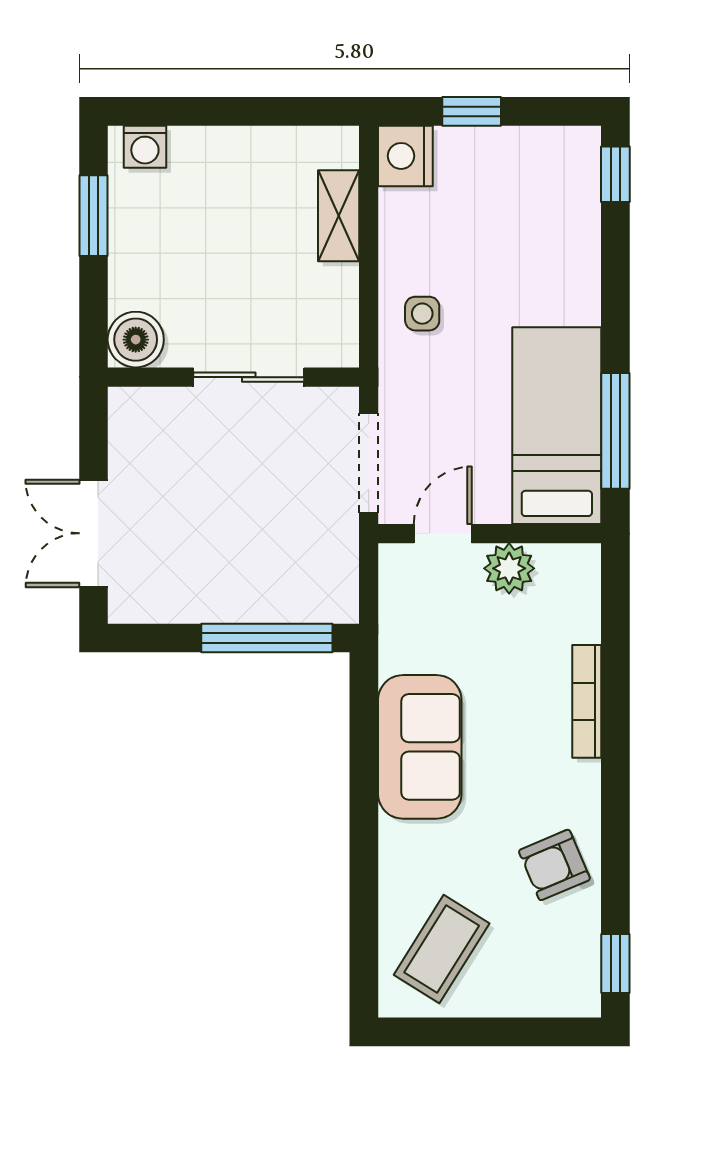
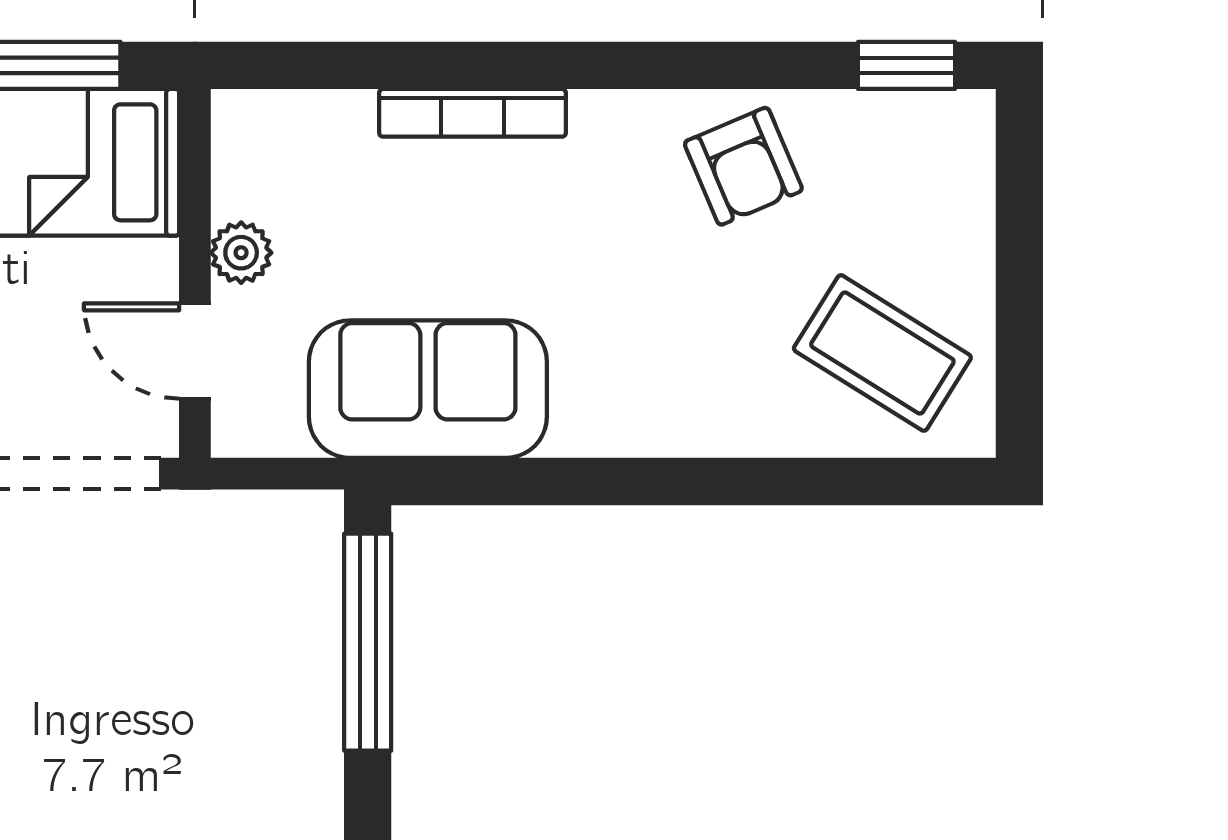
plant: (509, 568) -> (241, 253), width x0.73, depth x0.73
sofa: (420, 747) -> (428, 389), moved

